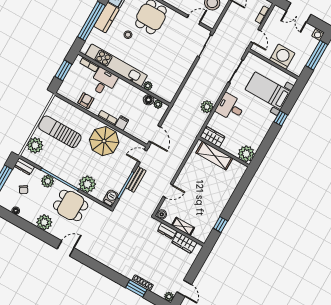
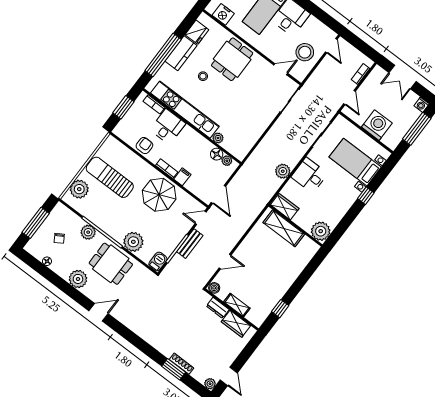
dresser: (24, 167) -> (64, 212), removed

